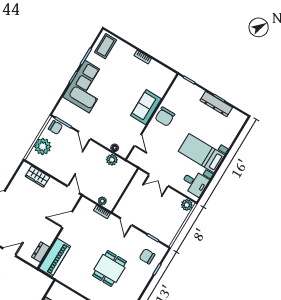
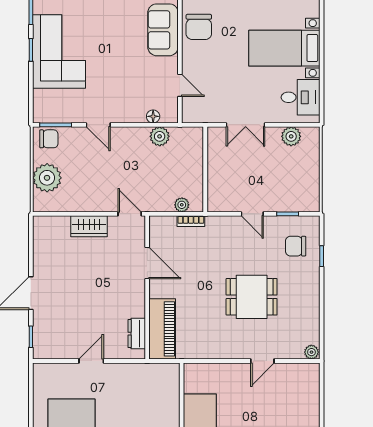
wardrobe: (37, 177) -> (89, 226), moved
plant: (187, 205) -> (291, 136), moved
door: (67, 220) -> (147, 263), swing flipped
door: (126, 222) -> (252, 214), moved
dining table: (110, 268) -> (252, 297), turned 90

